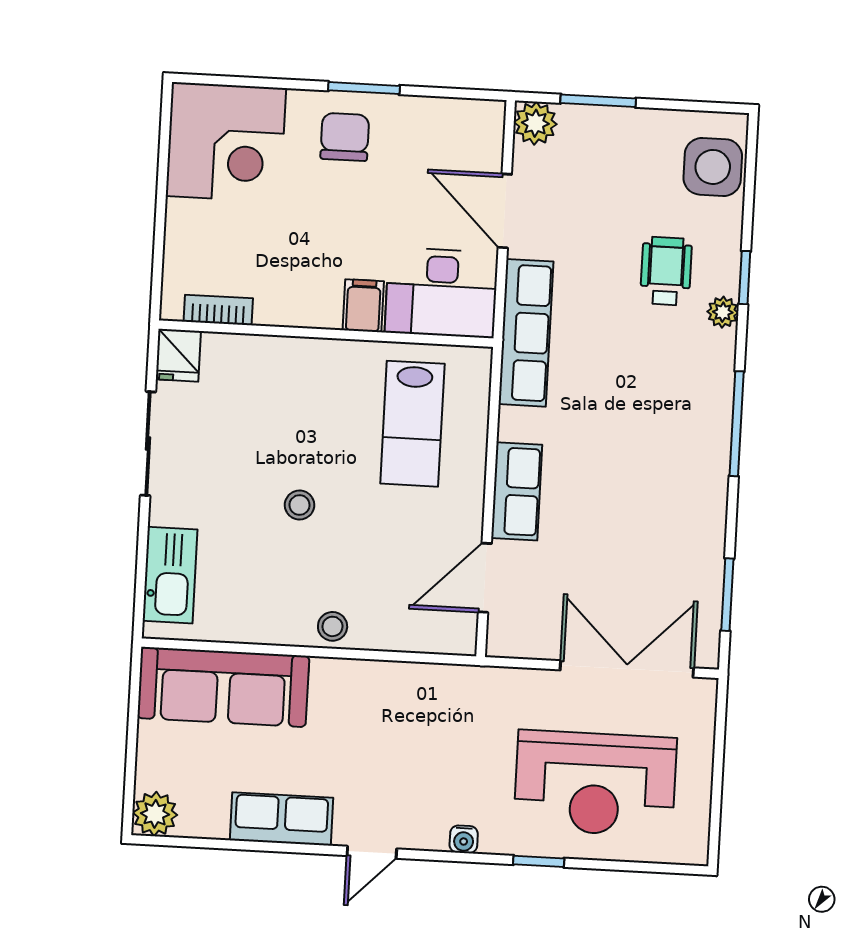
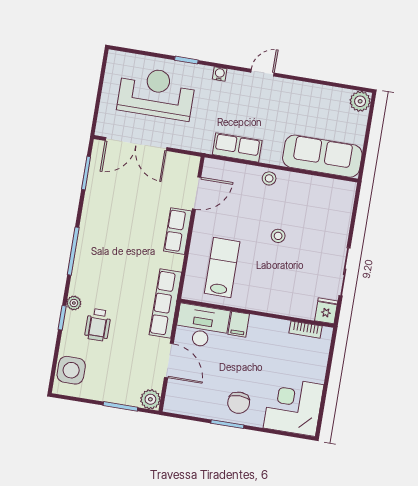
kitchen sink: (170, 575) -> (341, 210), removed
row of seats: (282, 819) -> (237, 147), moved, turned 180

